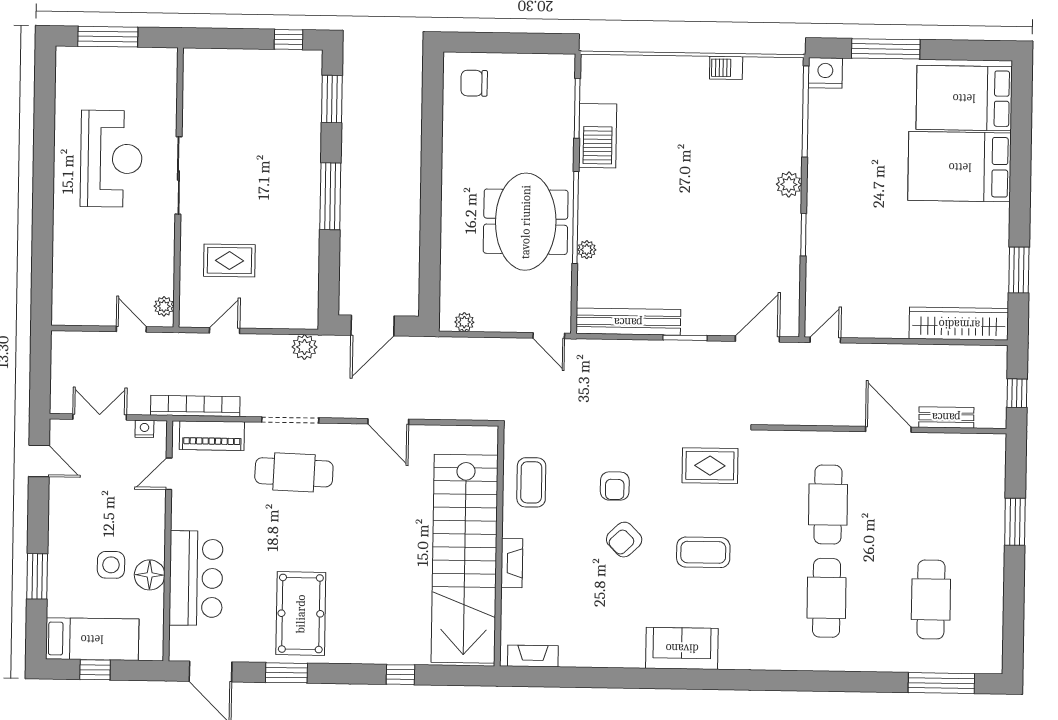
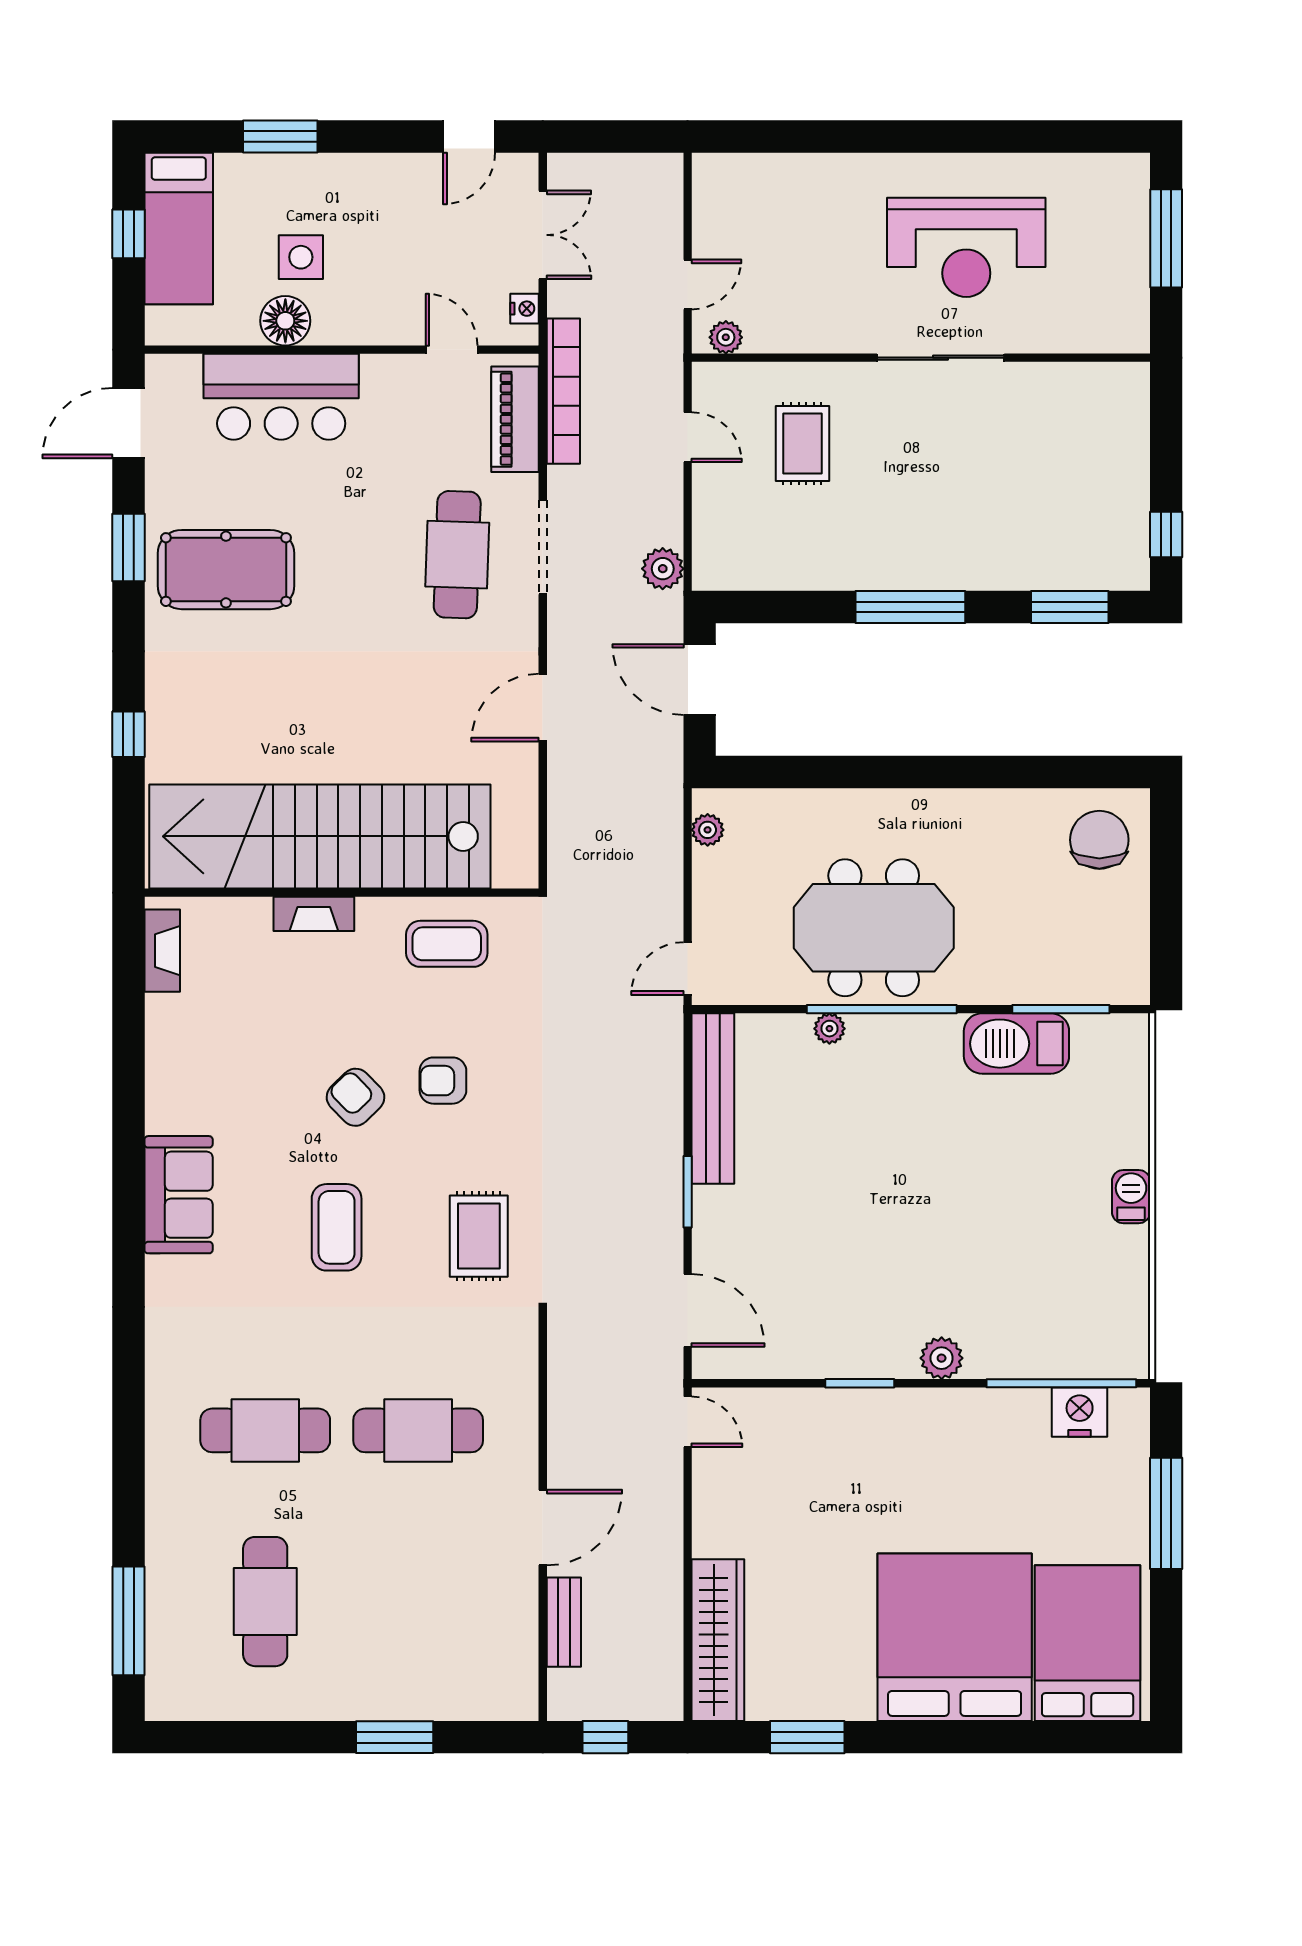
barbecue: (726, 68) -> (1131, 1197), moved
nightstand: (825, 73) -> (1080, 1412), moved, turned -90
chair: (474, 83) -> (1099, 840), width x1.37, depth x1.37
bed: (960, 167) -> (955, 1637), width x1.36
cafe table: (931, 599) -> (265, 1602), turned 90

